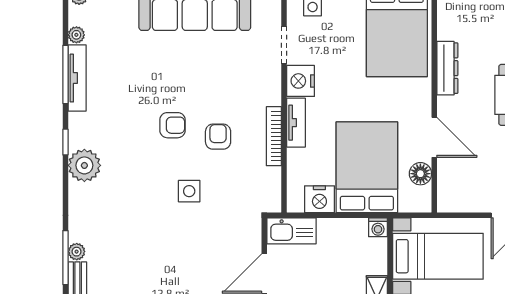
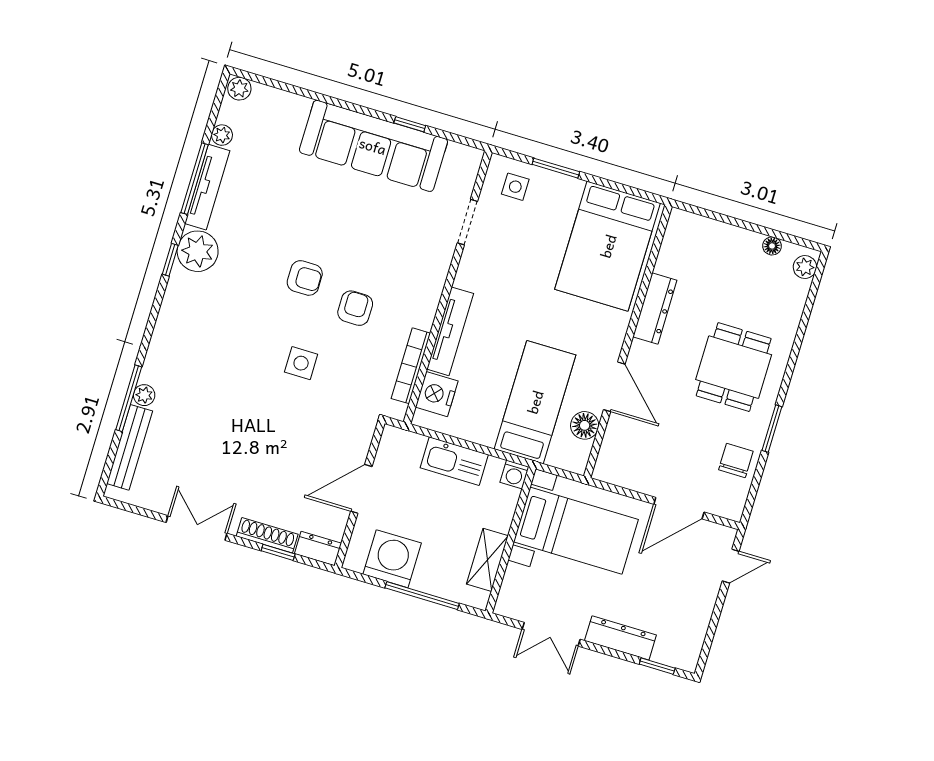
nightstand: (301, 81) -> (474, 271), removed
tv unit: (296, 123) -> (450, 331), width x1.41
bookcase: (274, 136) -> (411, 366), moved
plant: (84, 165) -> (198, 251), moved
bed: (367, 167) -> (535, 402), width x0.67
nightstand: (319, 199) -> (437, 394), moved, turned 90
kitchen sink: (291, 231) -> (454, 461), moved

